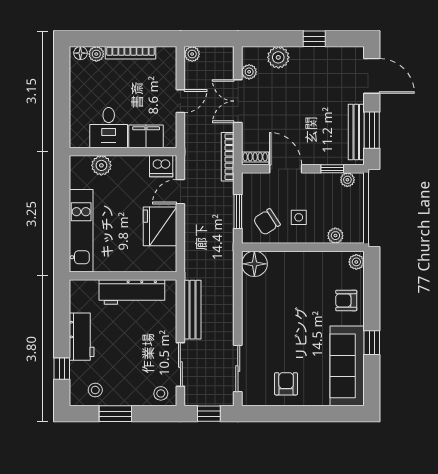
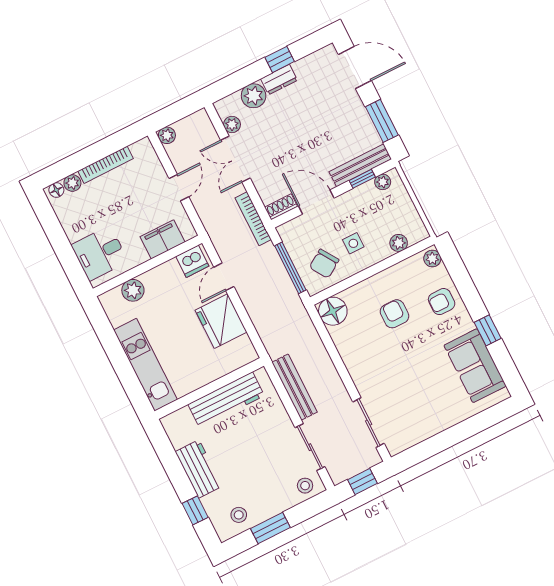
dresser: (305, 55) -> (279, 79), added
desk: (109, 128) -> (100, 253), moved, turned 90
bench: (356, 132) -> (360, 165), moved, turned 90
window: (238, 212) -> (290, 268), width x1.44
sofa: (347, 366) -> (475, 366), width x0.73
armchair: (286, 384) -> (394, 314), moved

